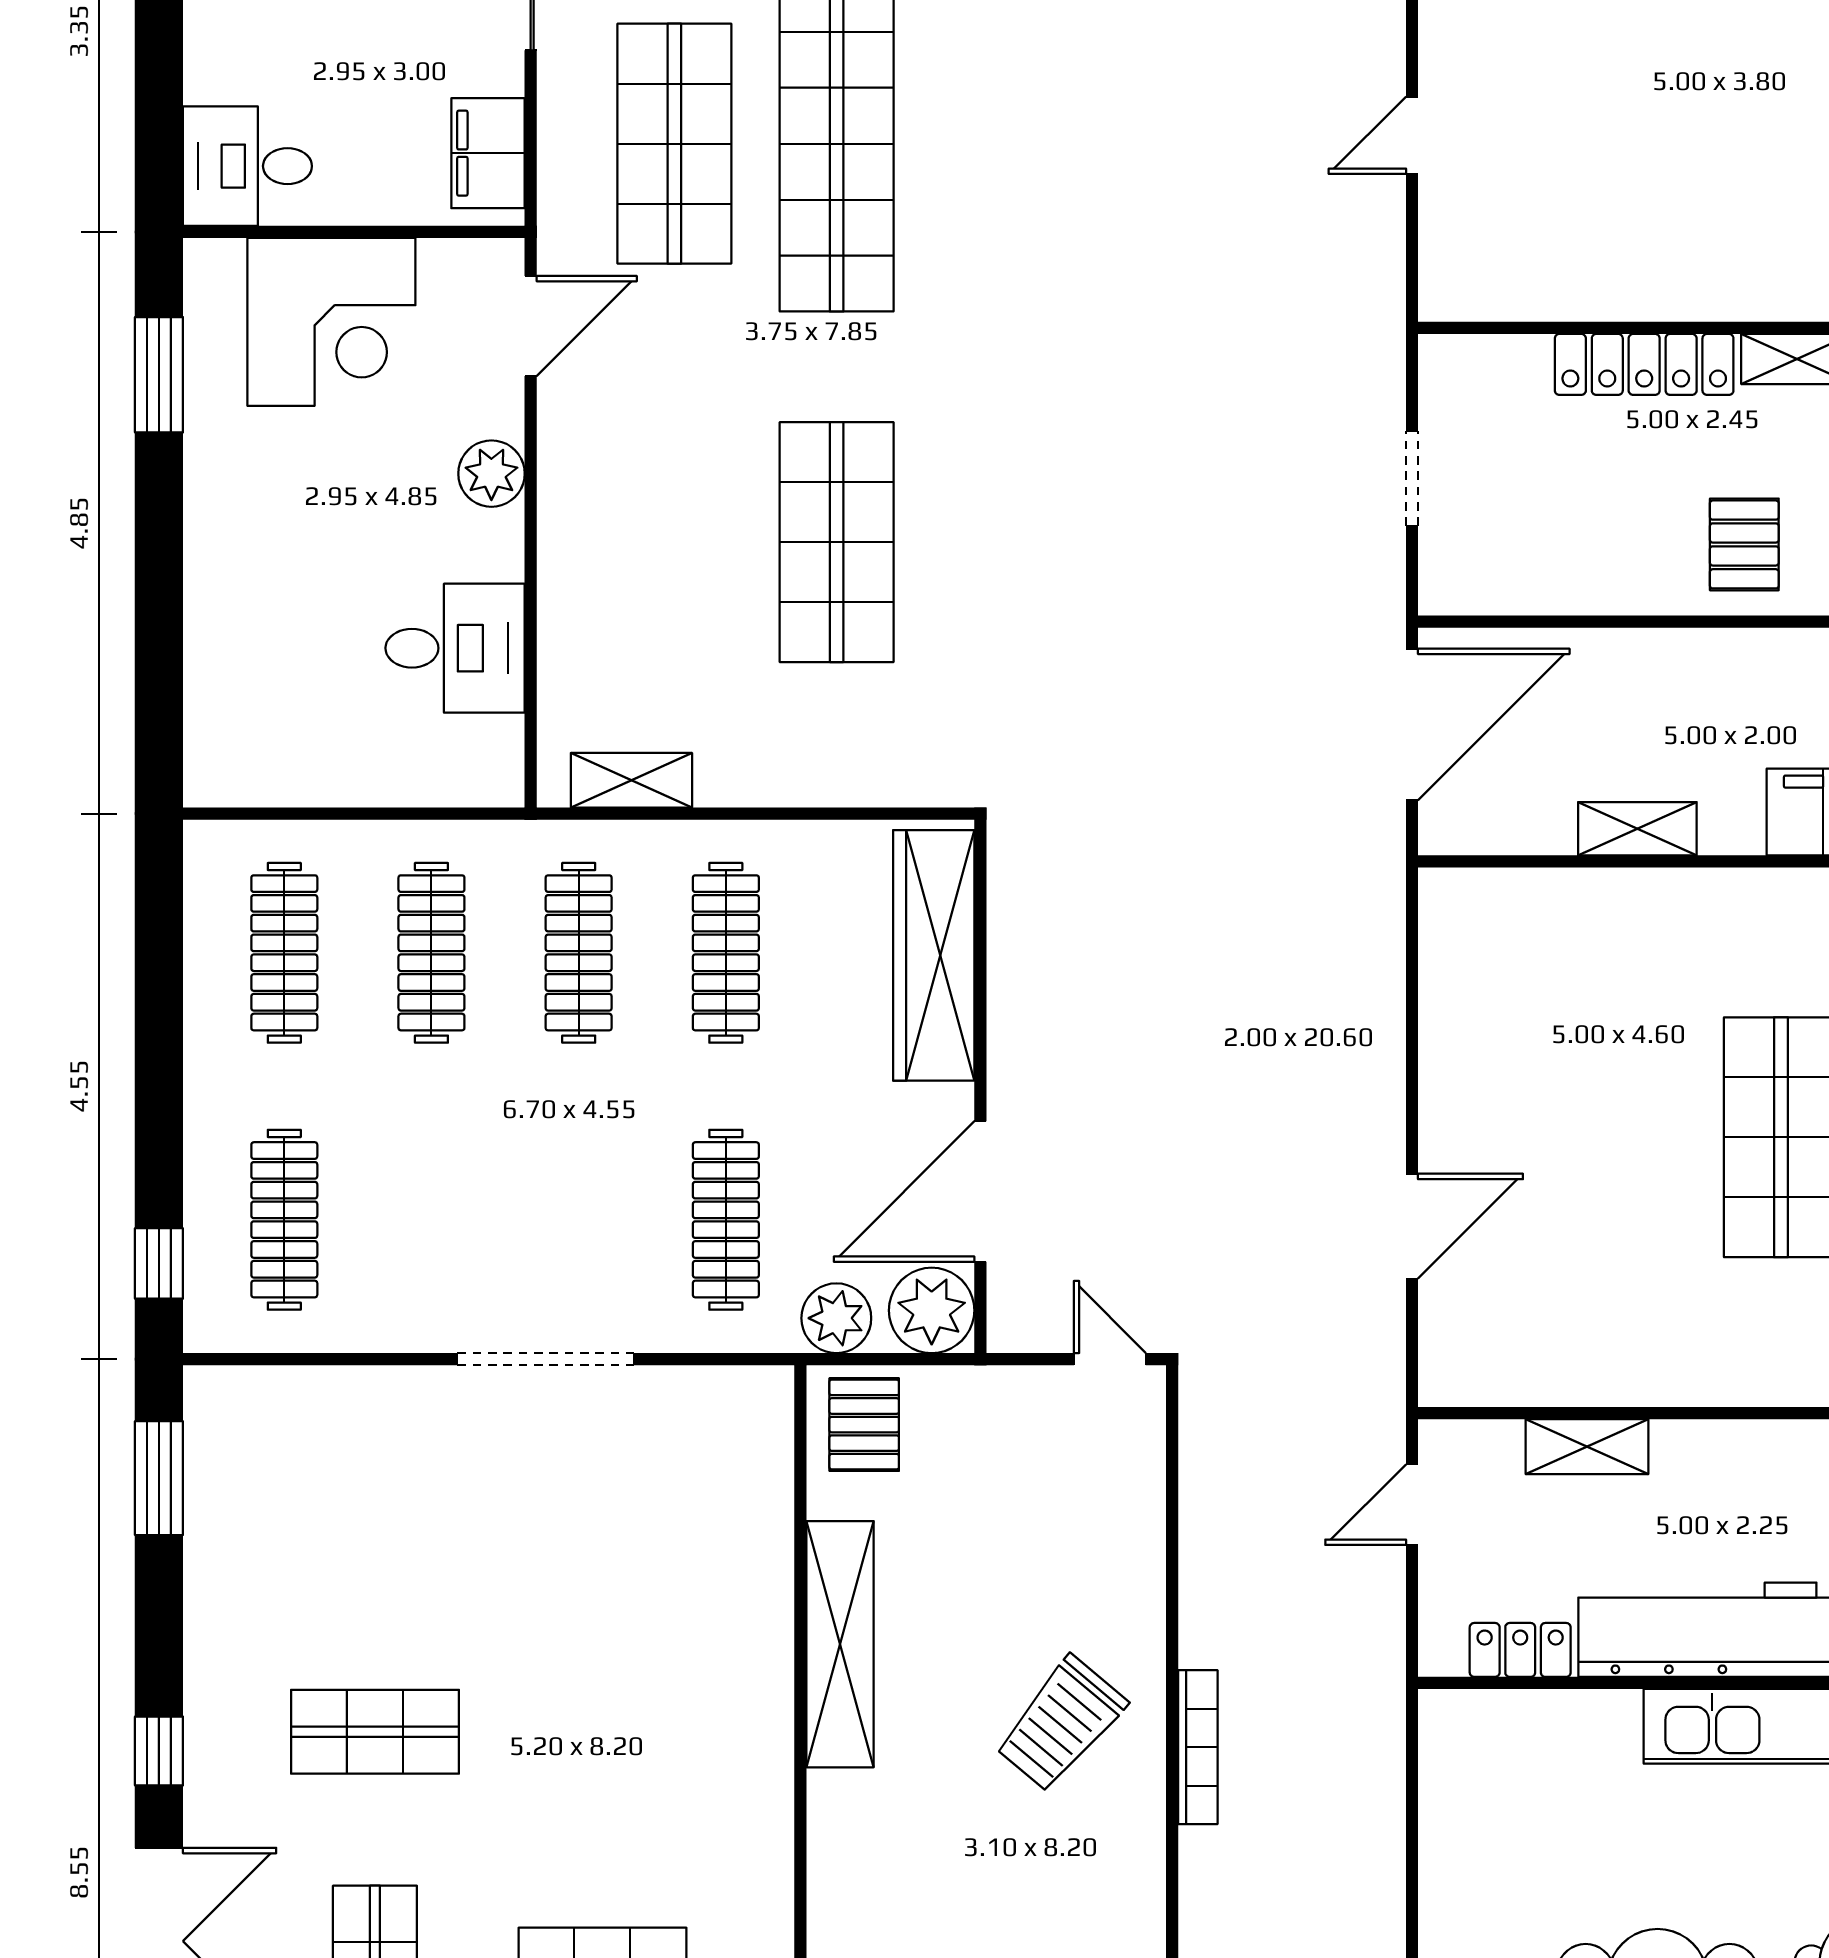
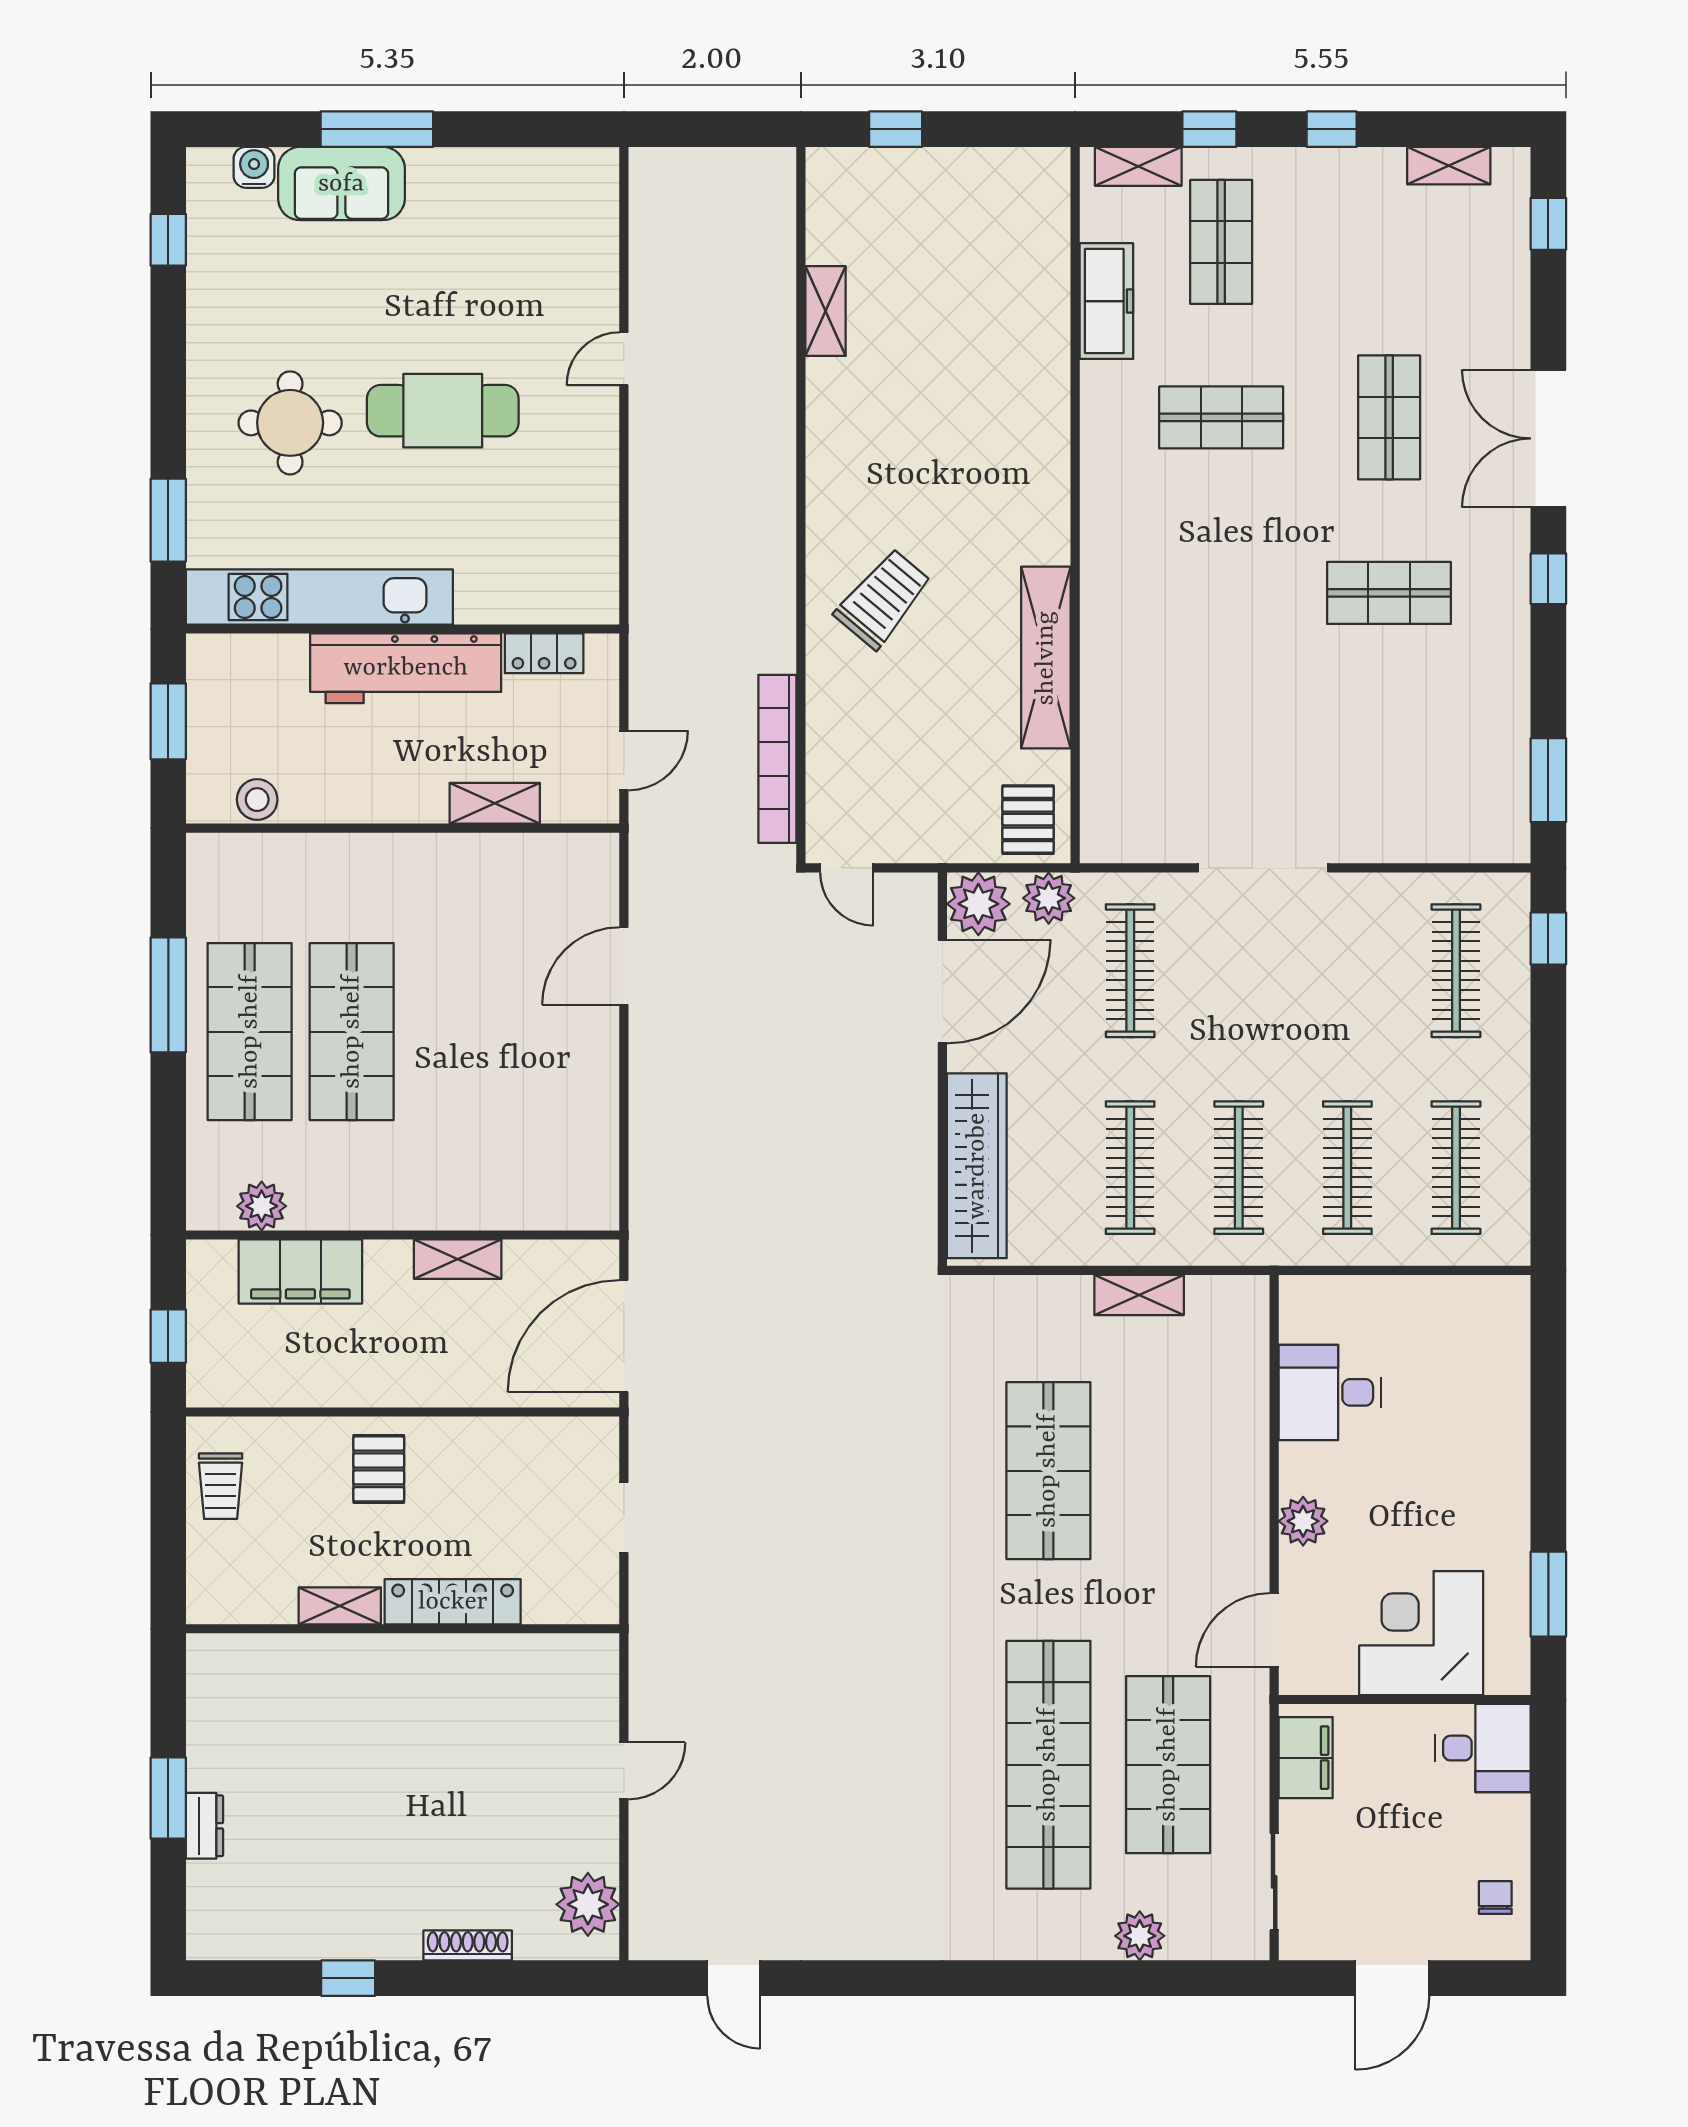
shelving: (631, 780) -> (1139, 1295), moved
bookcase: (1198, 1747) -> (777, 759), moved, width x1.48, depth x1.31

